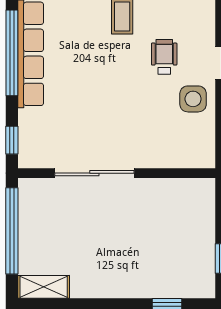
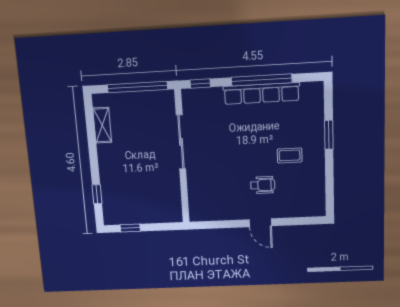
side table: (193, 99) -> (235, 205), removed
shelving: (44, 287) -> (102, 125), moved

